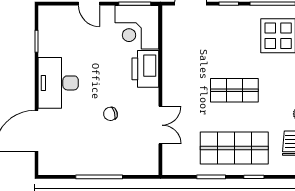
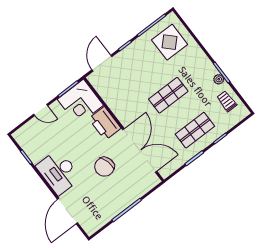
chair: (110, 114) -> (104, 167), width x1.87, depth x1.87
double door: (160, 125) -> (140, 150), width x1.87
shop shelf: (234, 148) -> (195, 130), width x0.70, depth x0.74

